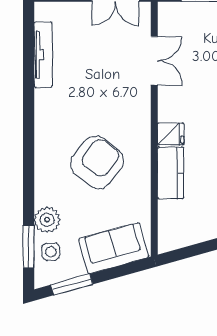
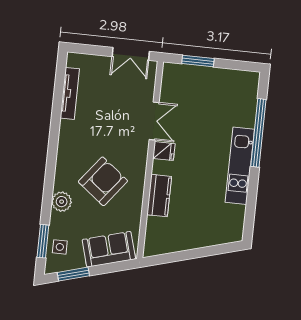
double door: (154, 61) -> (154, 121), moved
fridge: (171, 134) -> (164, 151), moved
plant: (47, 220) -> (62, 202), moved

